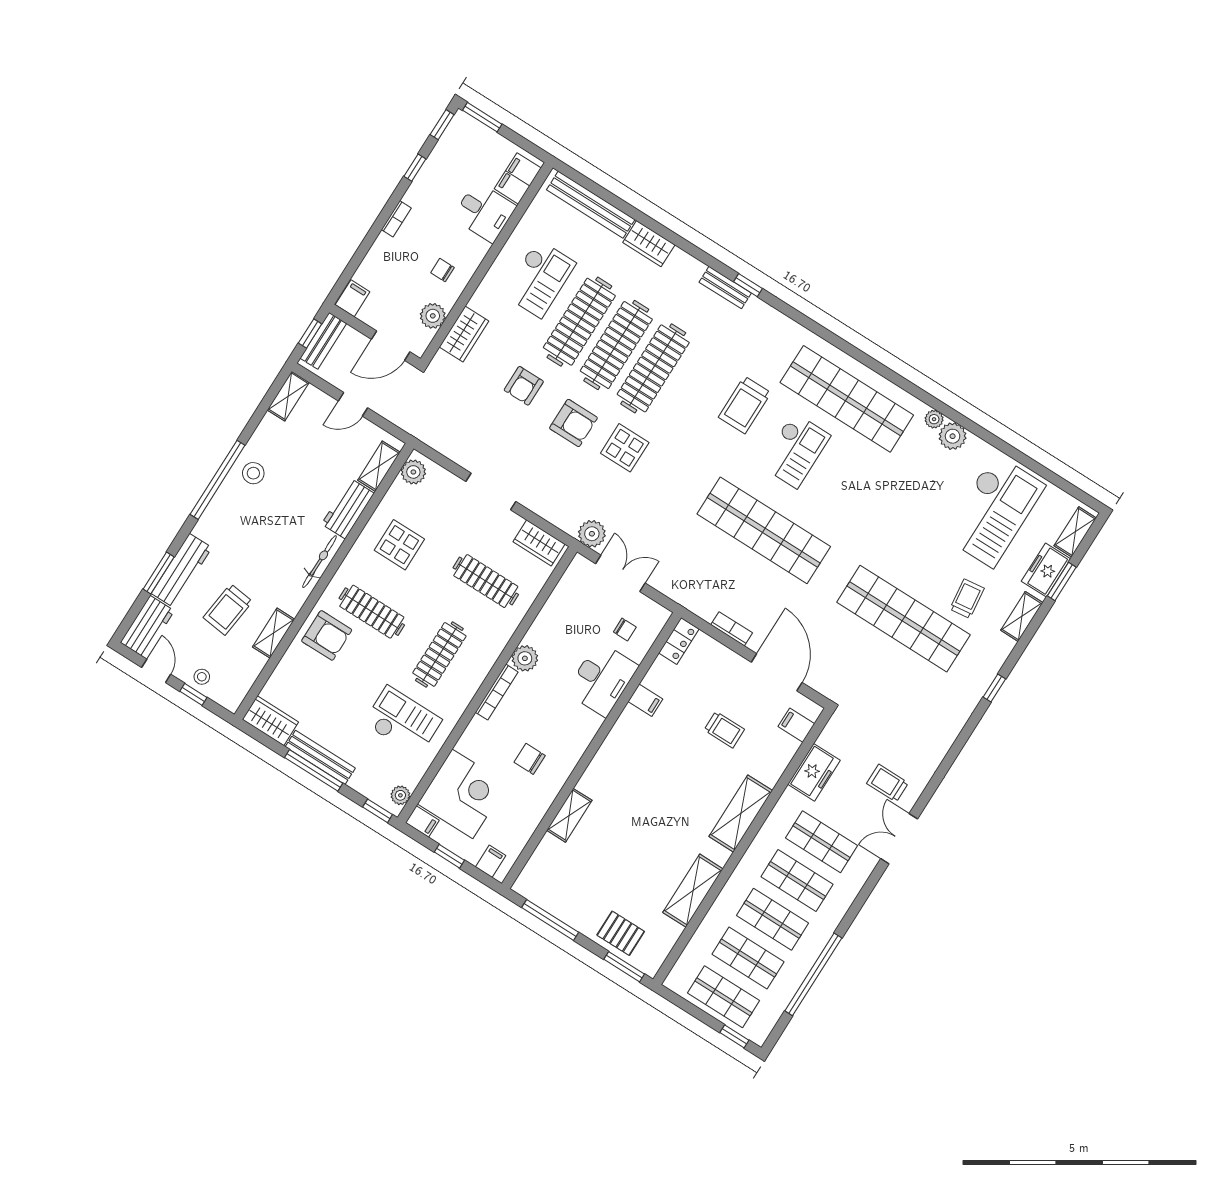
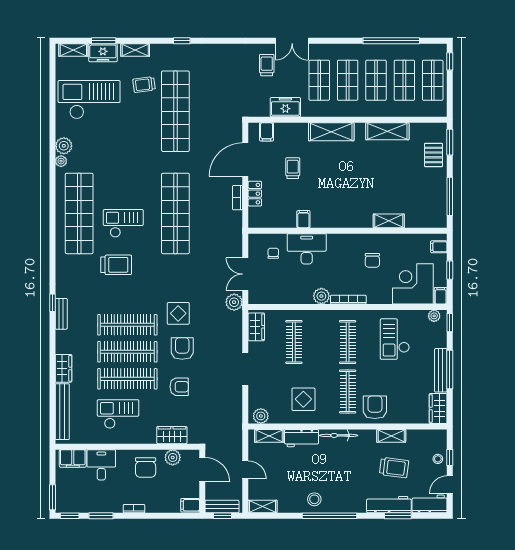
window: (415, 168) -> (101, 516), width x1.50
chair: (442, 270) -> (146, 467), width x1.87, depth x1.87
locker: (679, 641) -> (255, 194), moved, turned 90
clothes rail: (439, 654) -> (348, 342), turned 90
trolley: (887, 783) -> (267, 65), turned 180

